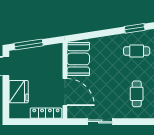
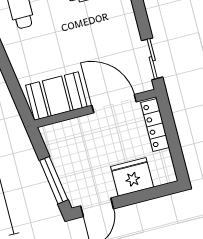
door: (65, 92) -> (114, 104), hinge flipped
sliding door: (100, 122) -> (152, 59), moved

